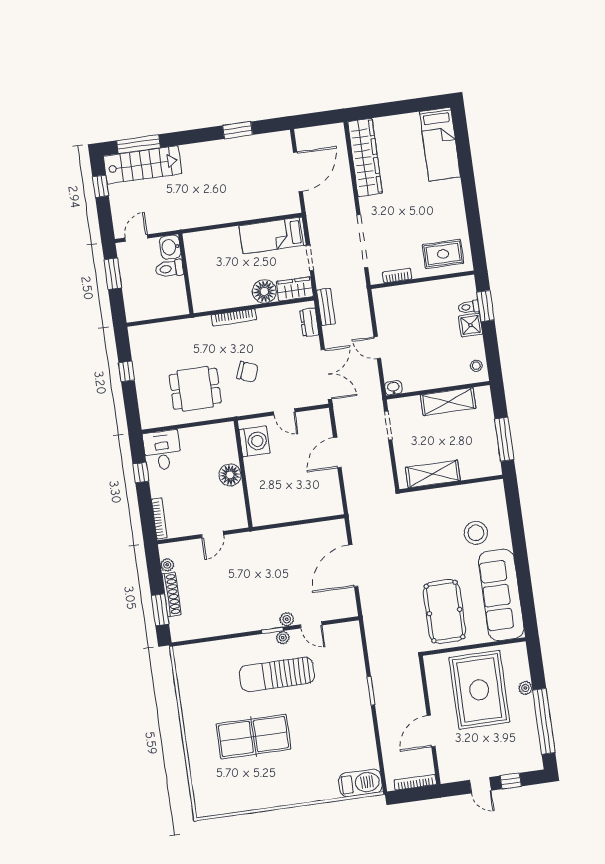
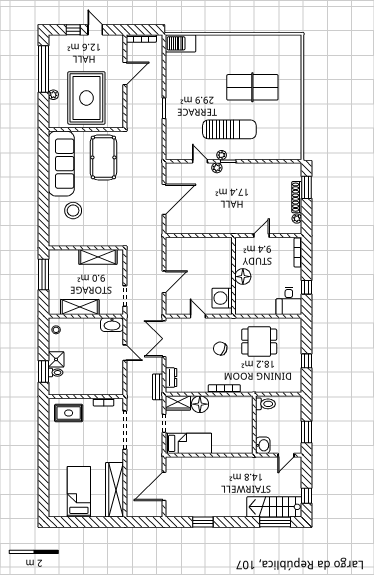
bed: (440, 144) -> (79, 492), moved
toilet: (169, 269) -> (265, 404), moved
washbasin: (393, 388) -> (112, 325), width x1.91, depth x1.45

